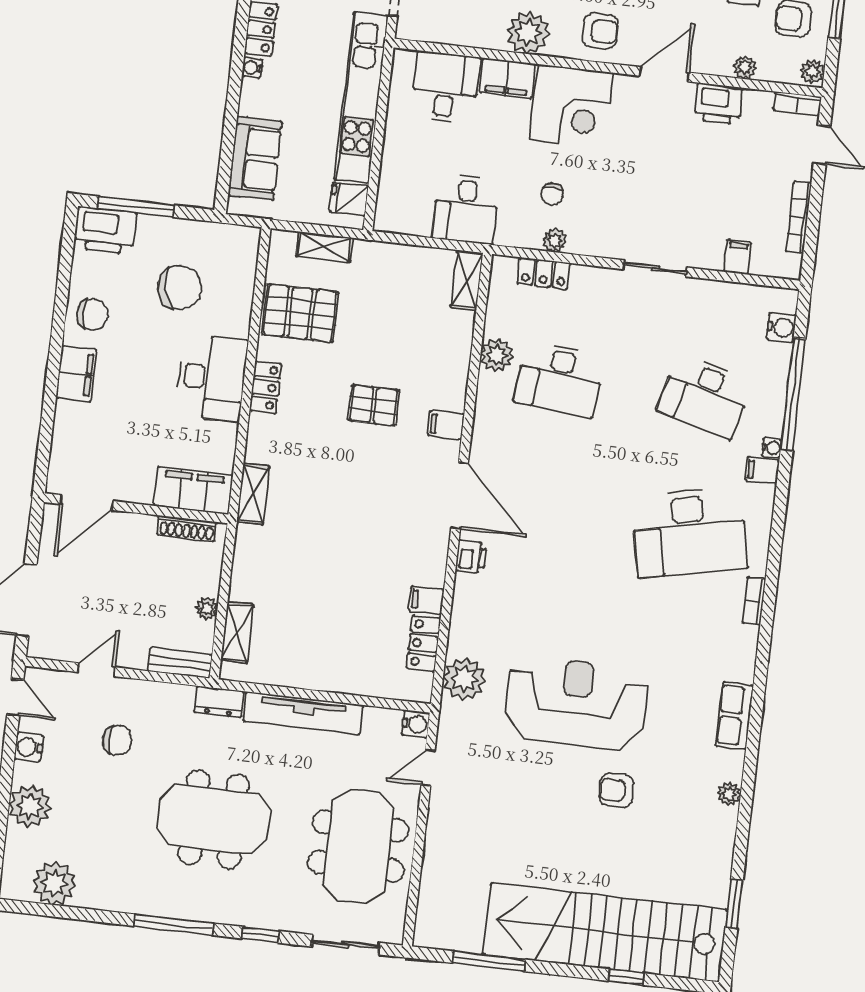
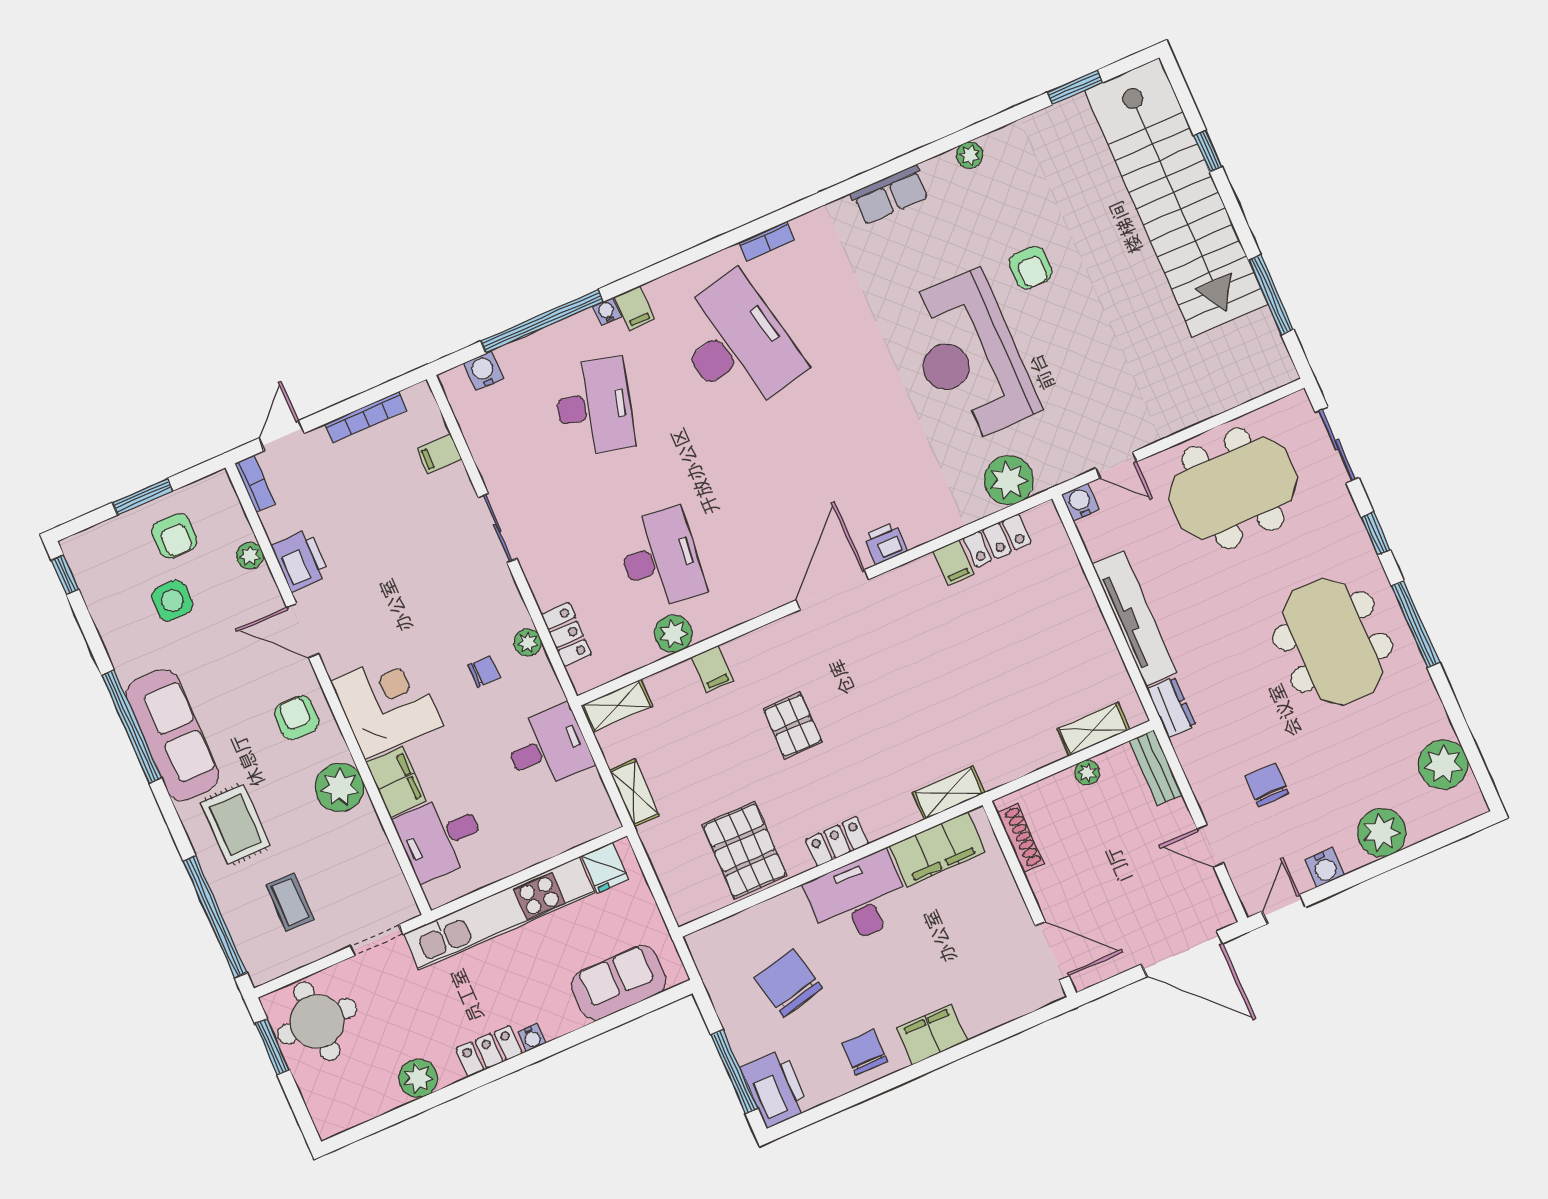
plant: (813, 72) -> (215, 487), removed
shelving: (325, 247) -> (634, 793), moved
filing cabinet: (446, 425) -> (712, 669), moved
filing cabinet: (193, 491) -> (937, 849), moved, turned -90
meeting table: (214, 819) -> (1333, 642), moved

